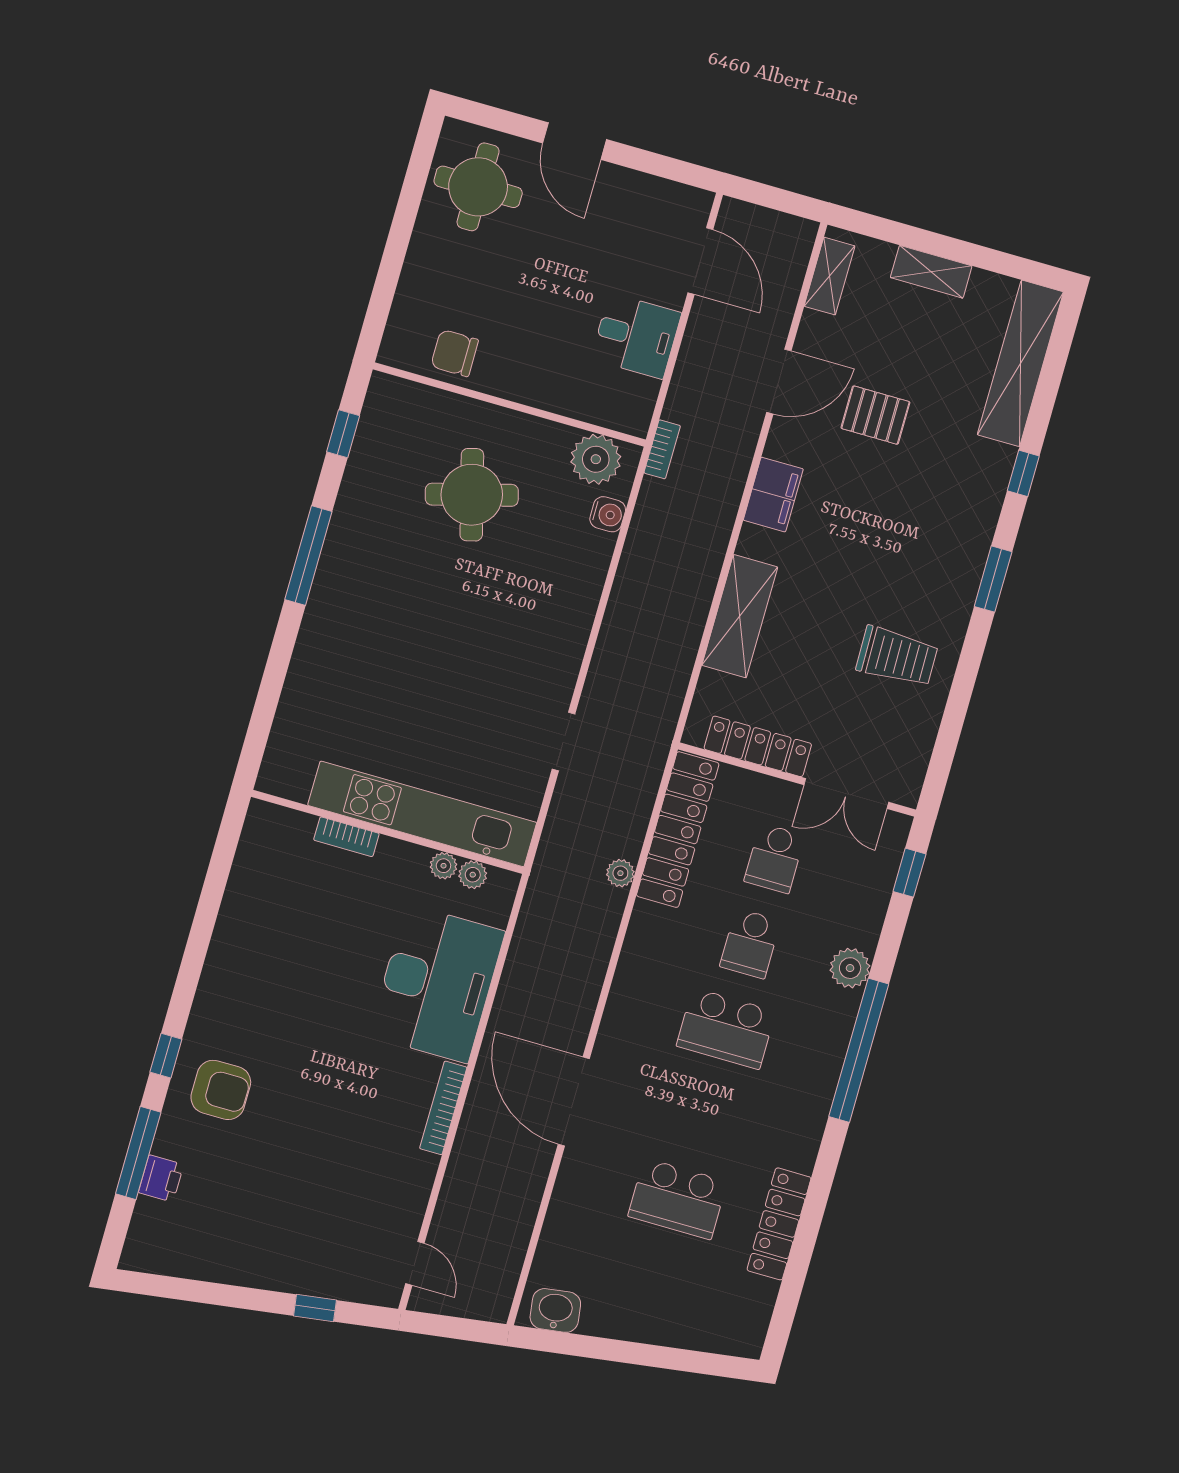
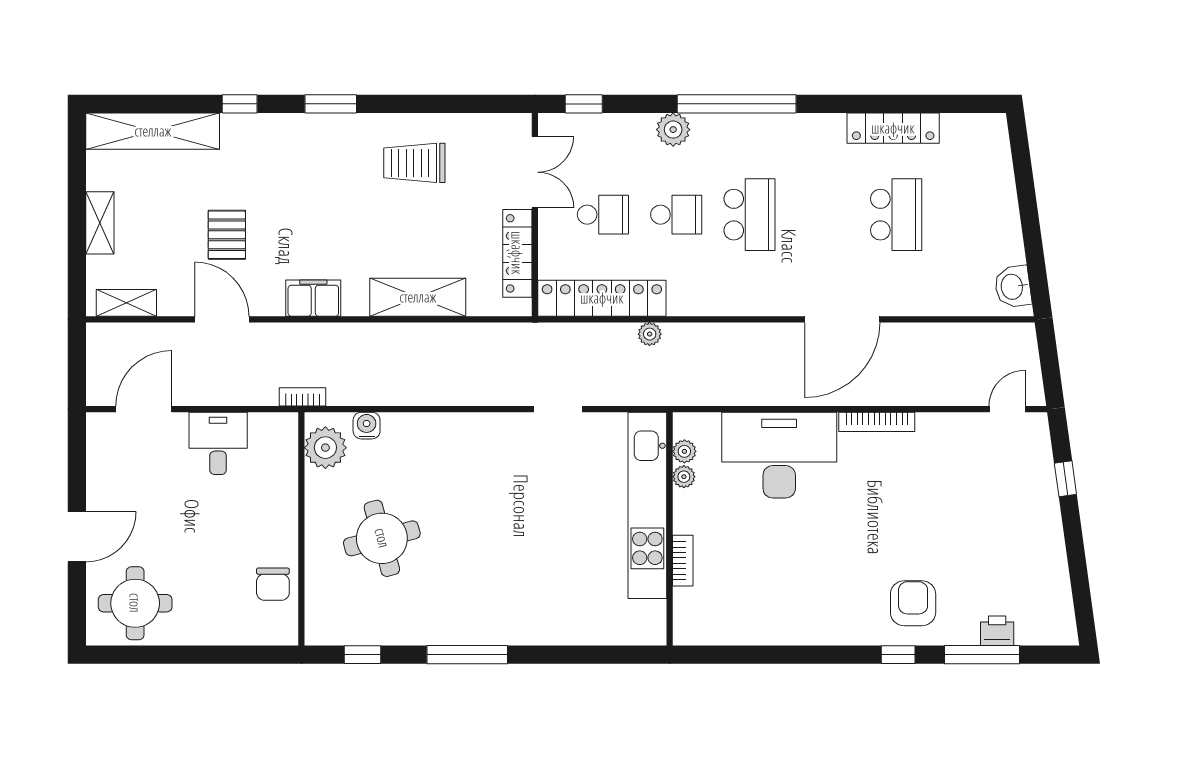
trolley: (897, 657) -> (414, 163), turned -89

